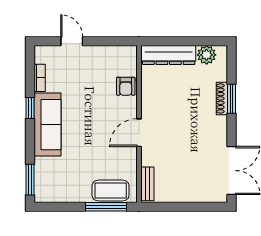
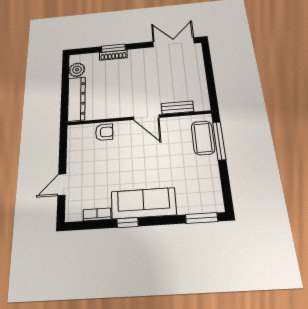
bench: (147, 184) -> (177, 108), moved

